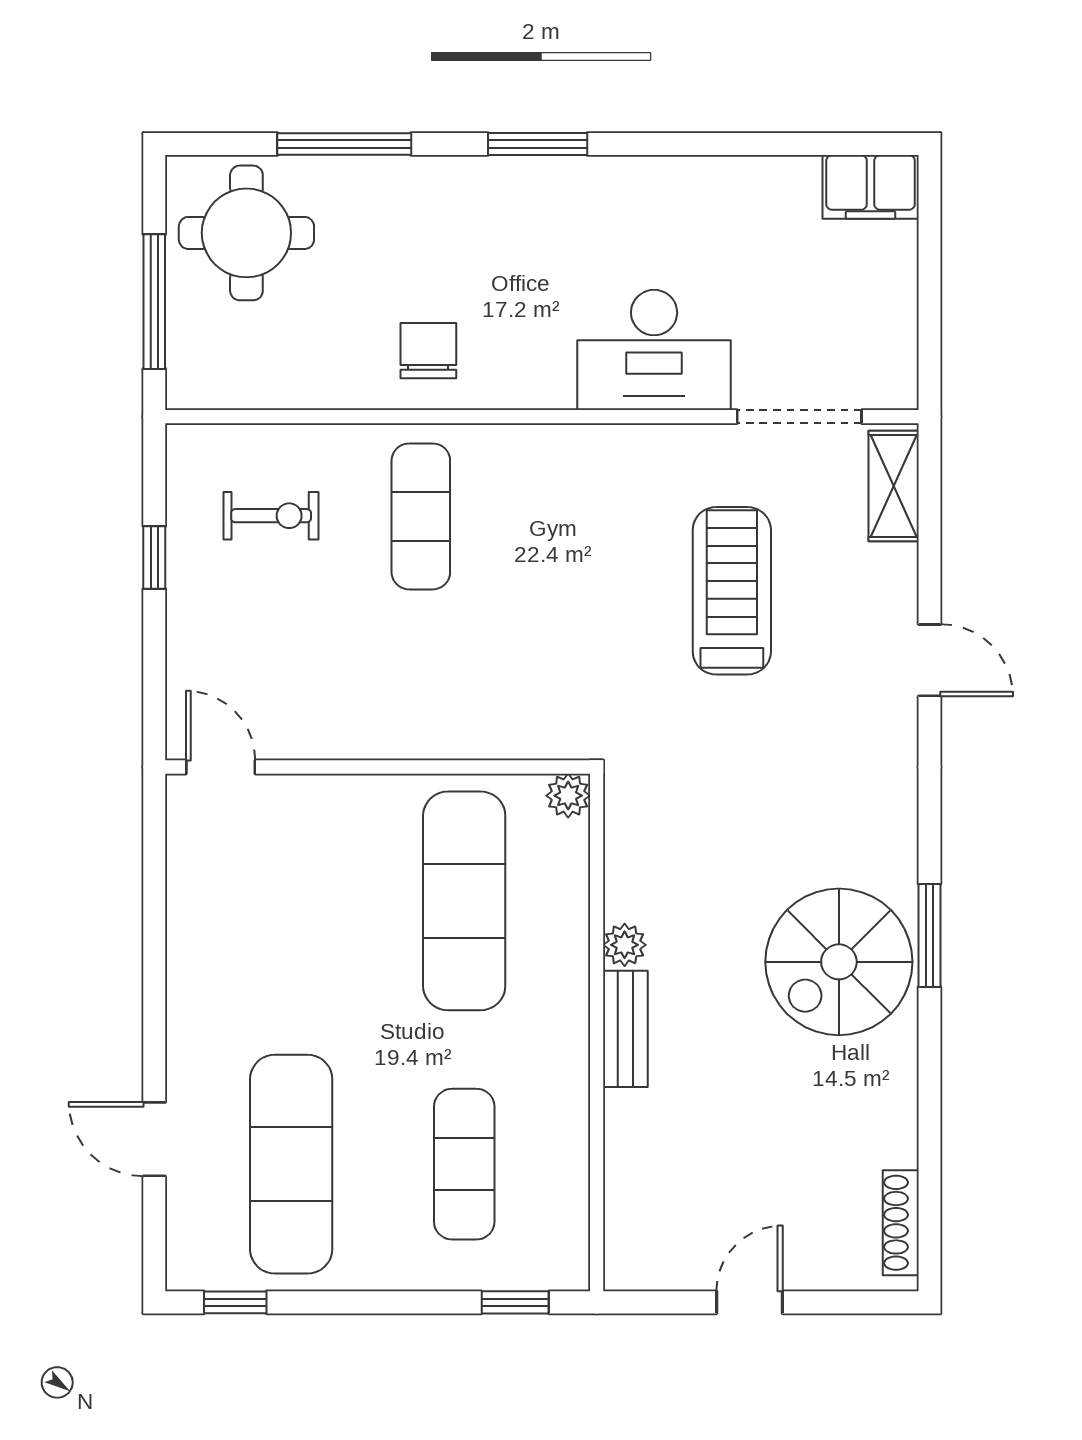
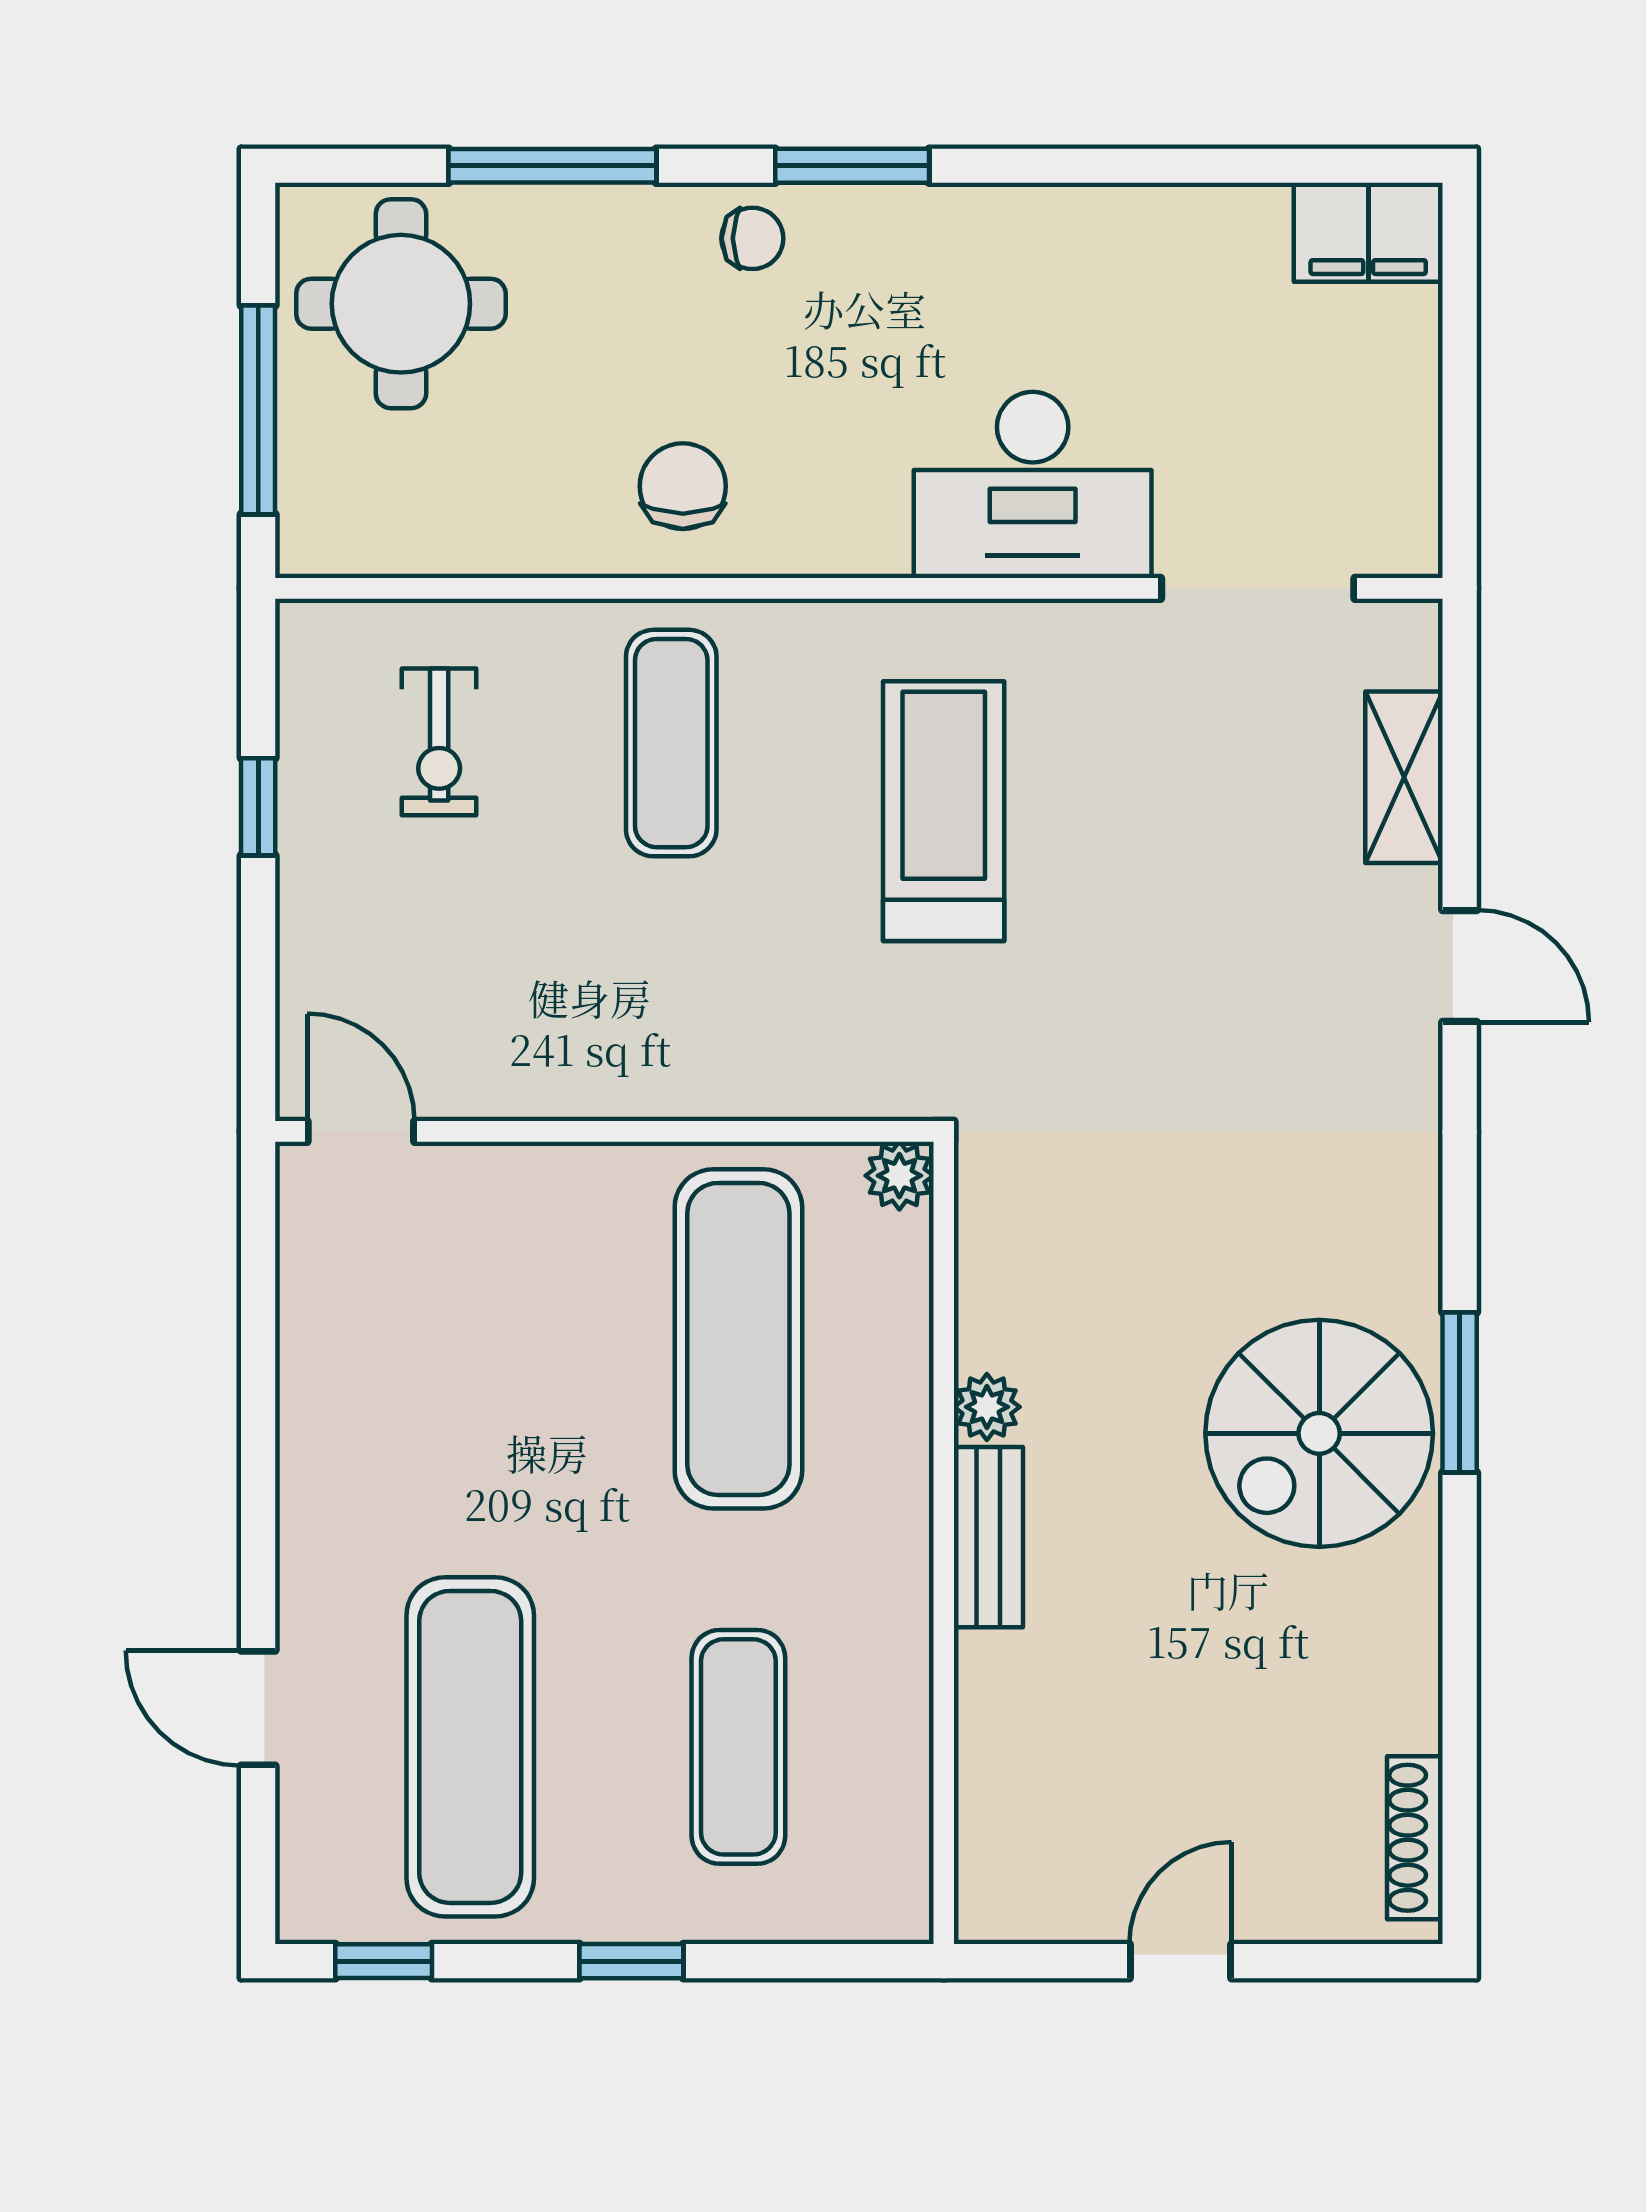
chair: (473, 191) -> (752, 238), added
shelving: (894, 486) -> (1404, 777), moved
exercise bike: (271, 516) -> (439, 742), turned 90
treadmill: (732, 591) -> (944, 811), moved
window: (515, 1302) -> (631, 1961), moved

